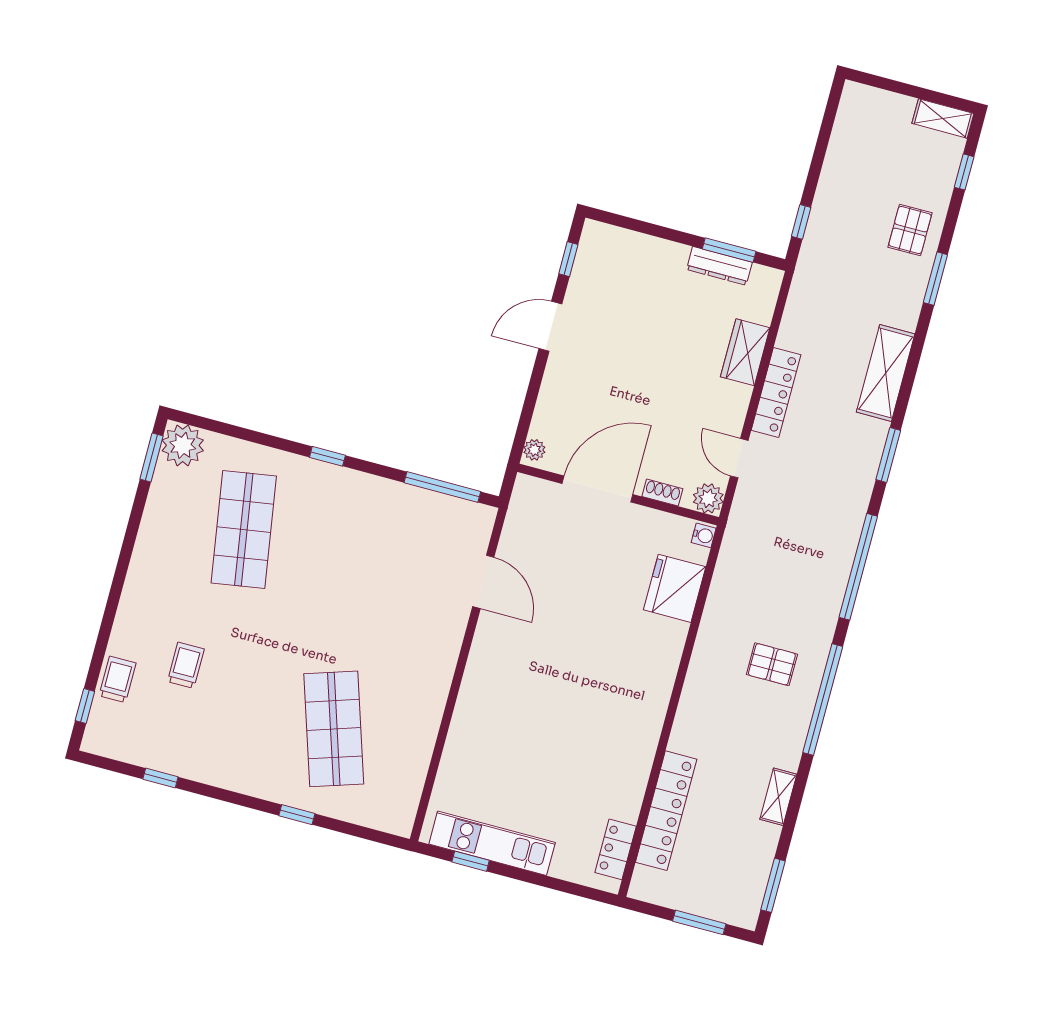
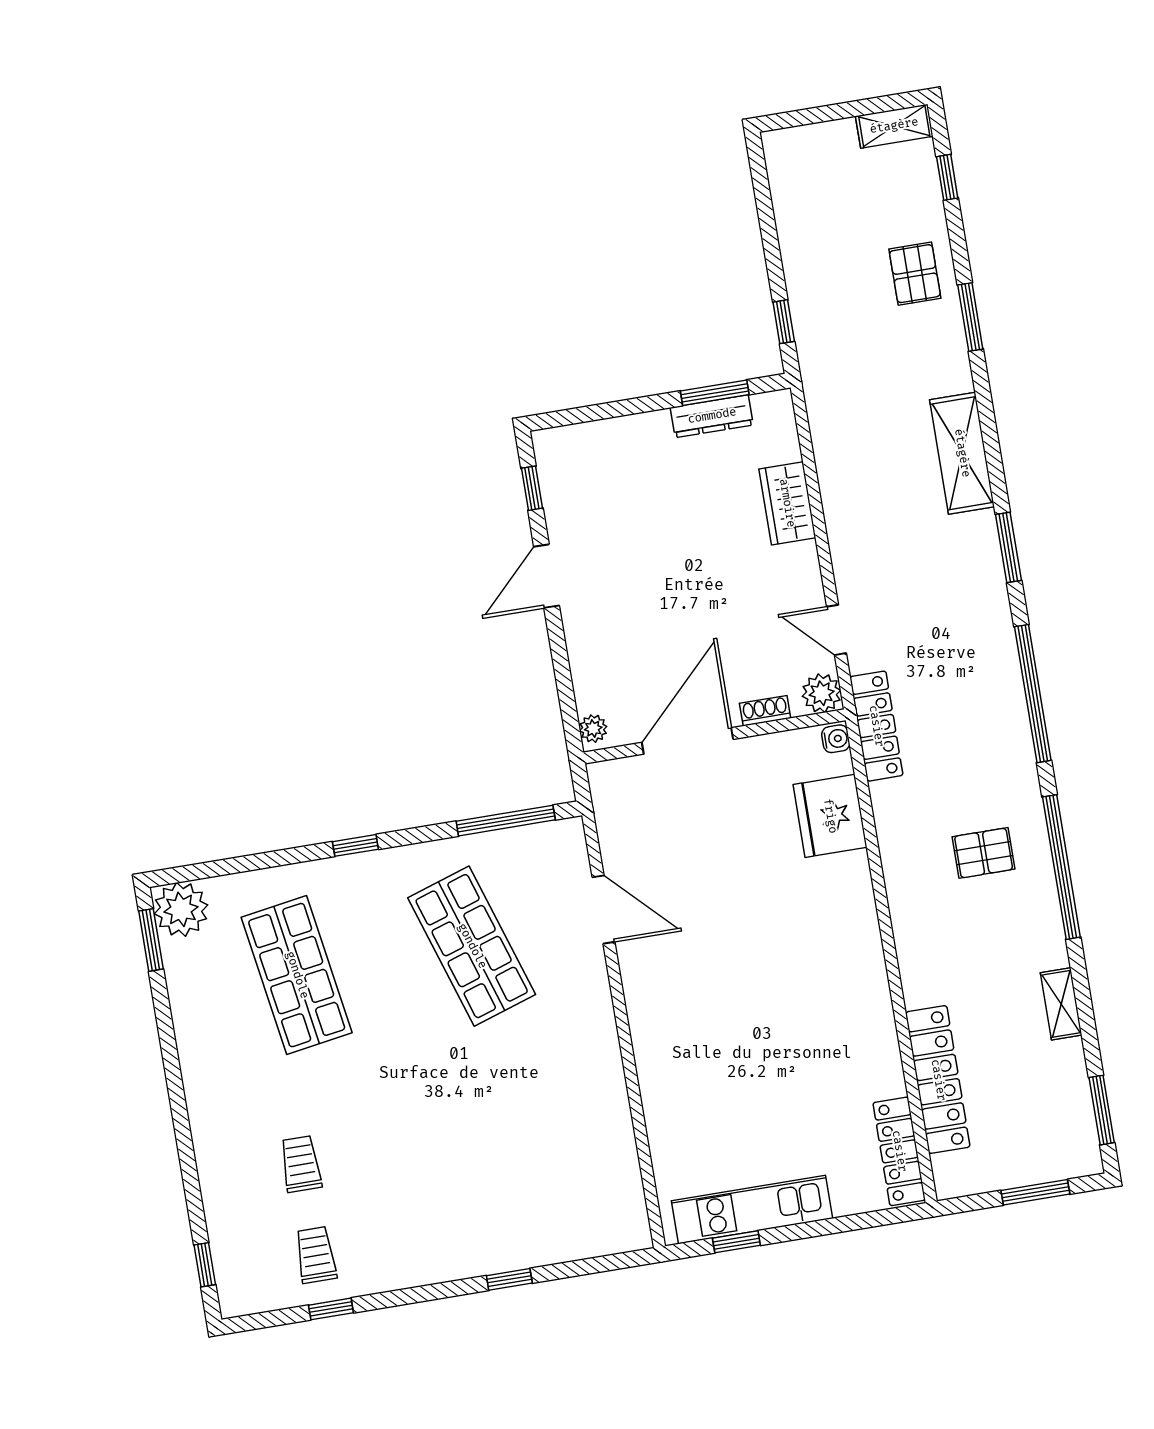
locker: (776, 393) -> (876, 726), moved
trolley: (117, 679) -> (316, 1255), moved
shop shelf: (334, 729) -> (472, 946), moved
locker: (616, 849) -> (899, 1151), width x1.53

